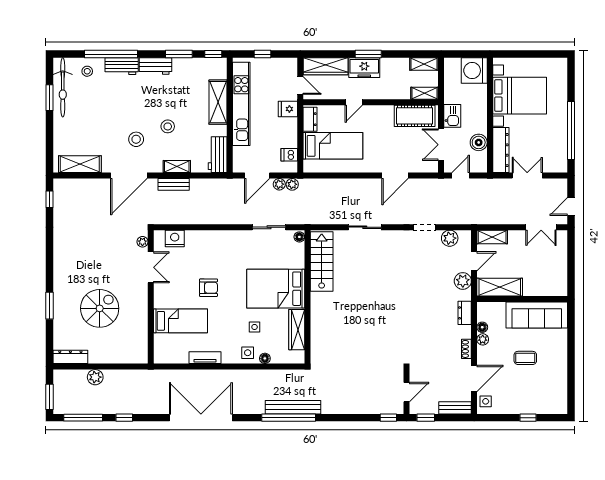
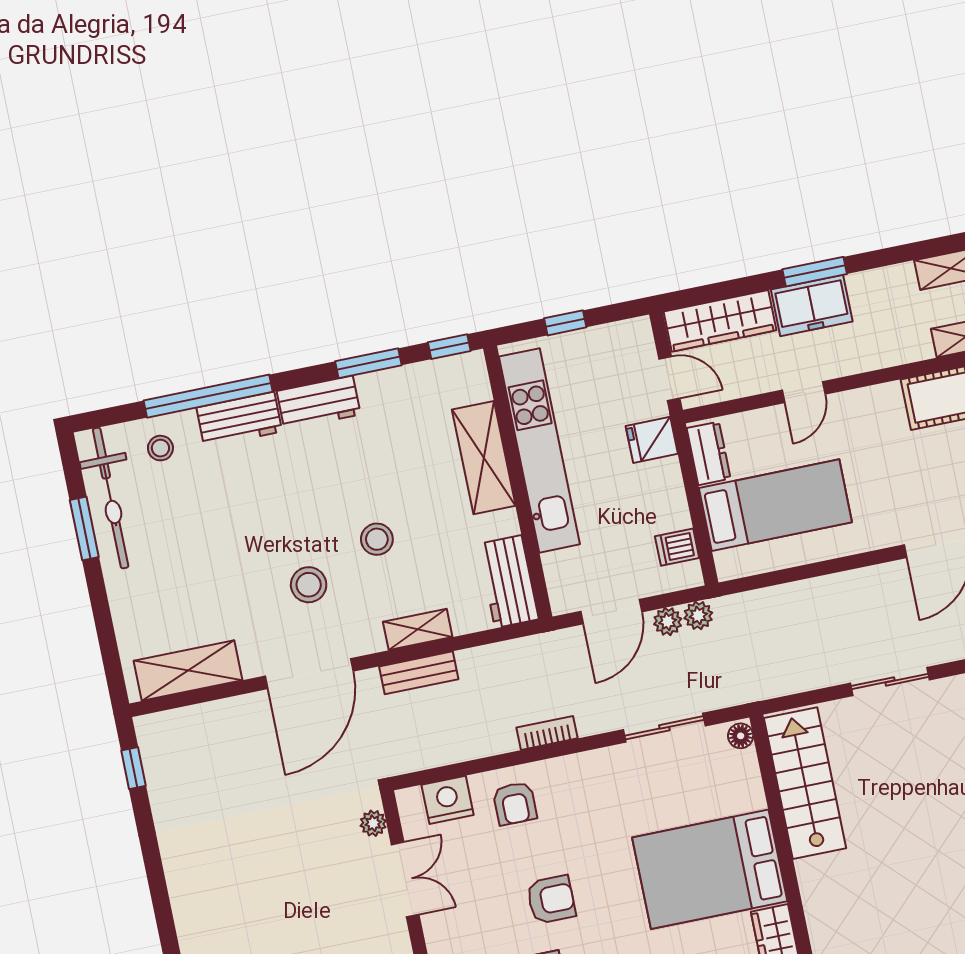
bookcase: (221, 220) -> (547, 733), added
armchair: (202, 245) -> (515, 803), added

